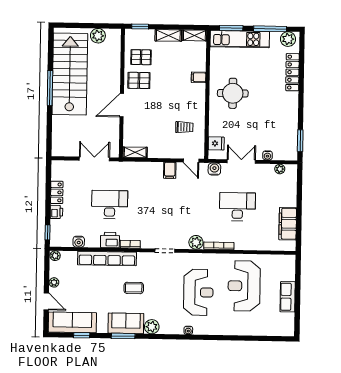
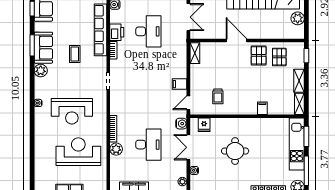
round table: (233, 93) -> (235, 151), moved
double door: (241, 161) -> (188, 147), swing flipped
plant: (196, 242) -> (116, 149), moved

